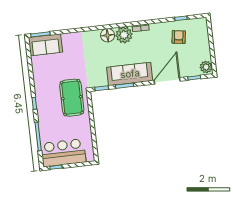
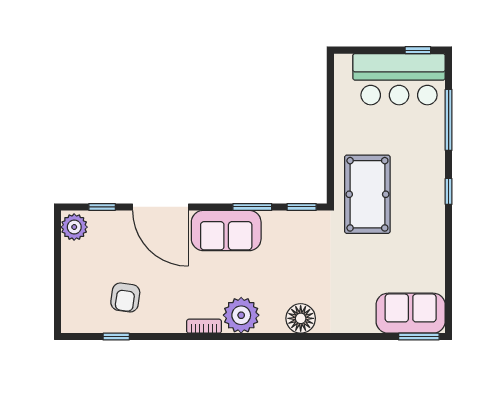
floor lamp: (108, 35) -> (301, 318), moved
sofa: (130, 74) -> (226, 231), width x0.73
door: (167, 81) -> (161, 207), hinge flipped

